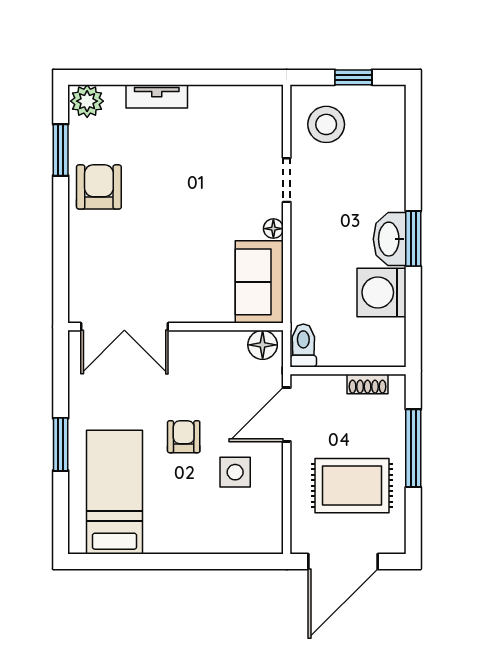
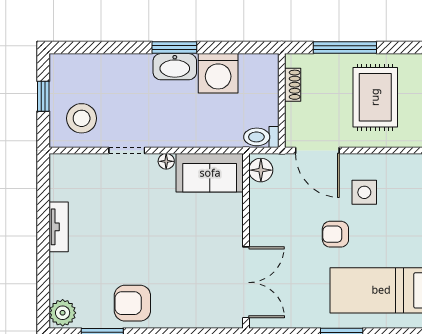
tv unit: (157, 96) -> (59, 227), moved

